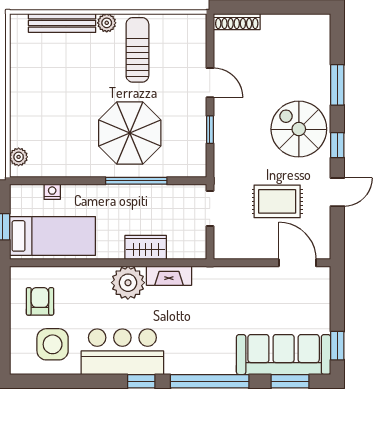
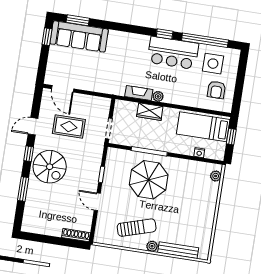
sun lounger: (137, 50) -> (137, 228), turned -107
plant: (128, 283) -> (158, 96), width x0.53, depth x0.53
window: (210, 381) -> (205, 40), moved

